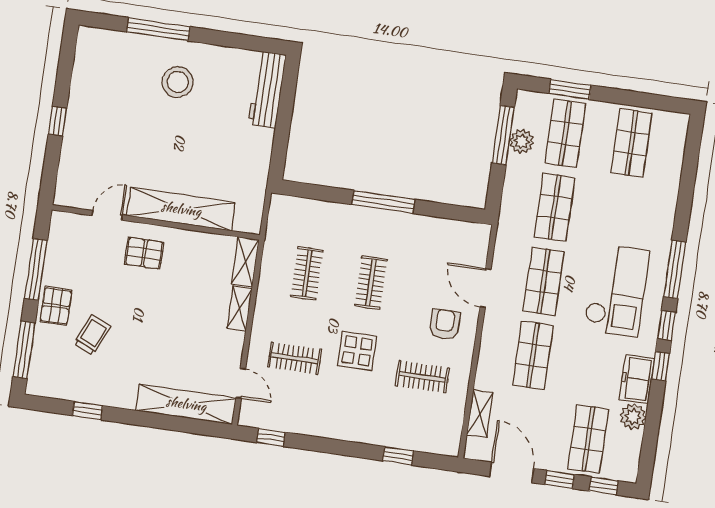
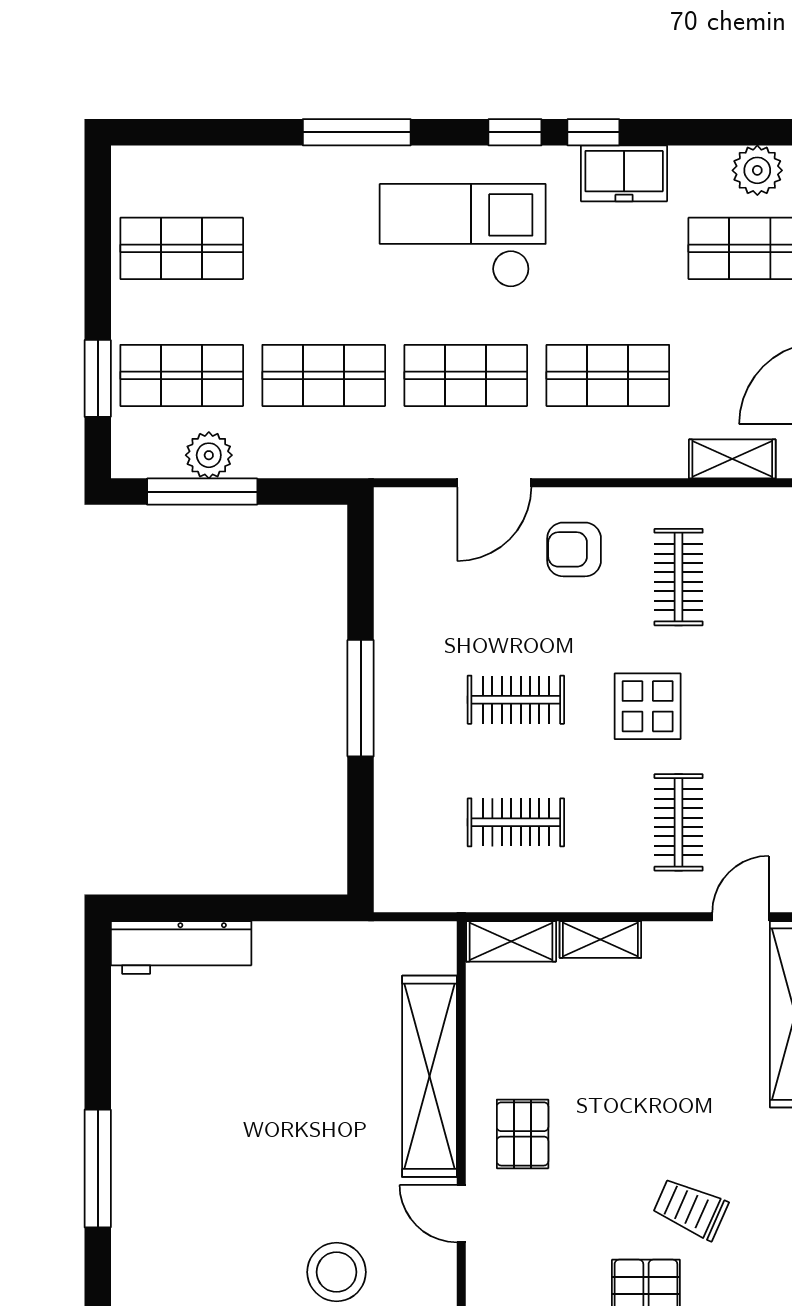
stool: (178, 82) -> (337, 1272), moved
window: (675, 269) -> (357, 132), moved
plant: (633, 417) -> (757, 170), moved

